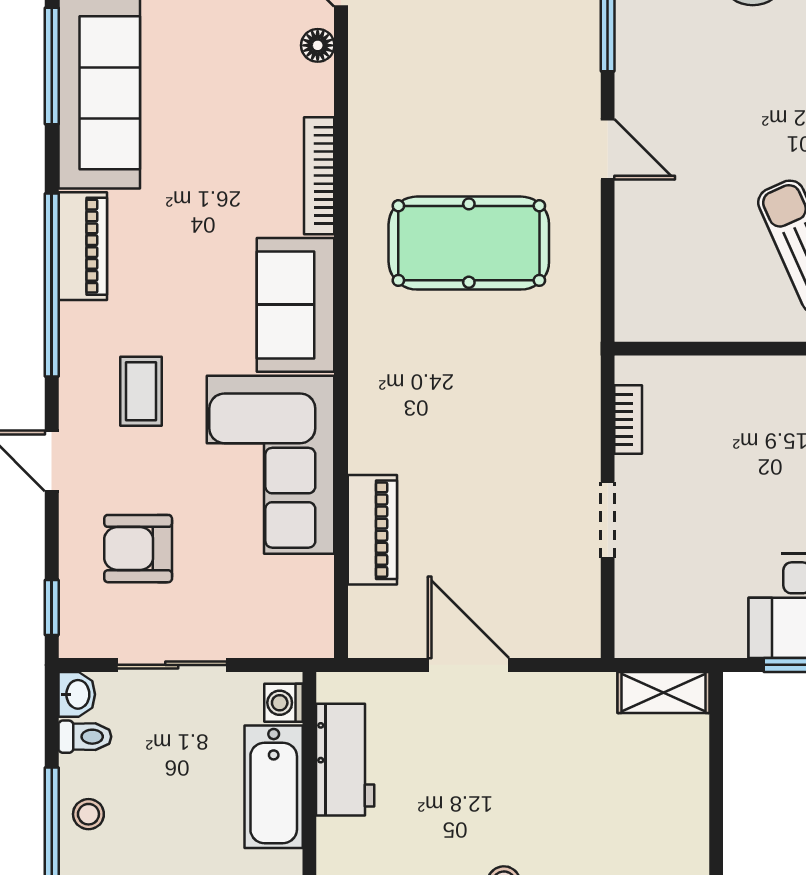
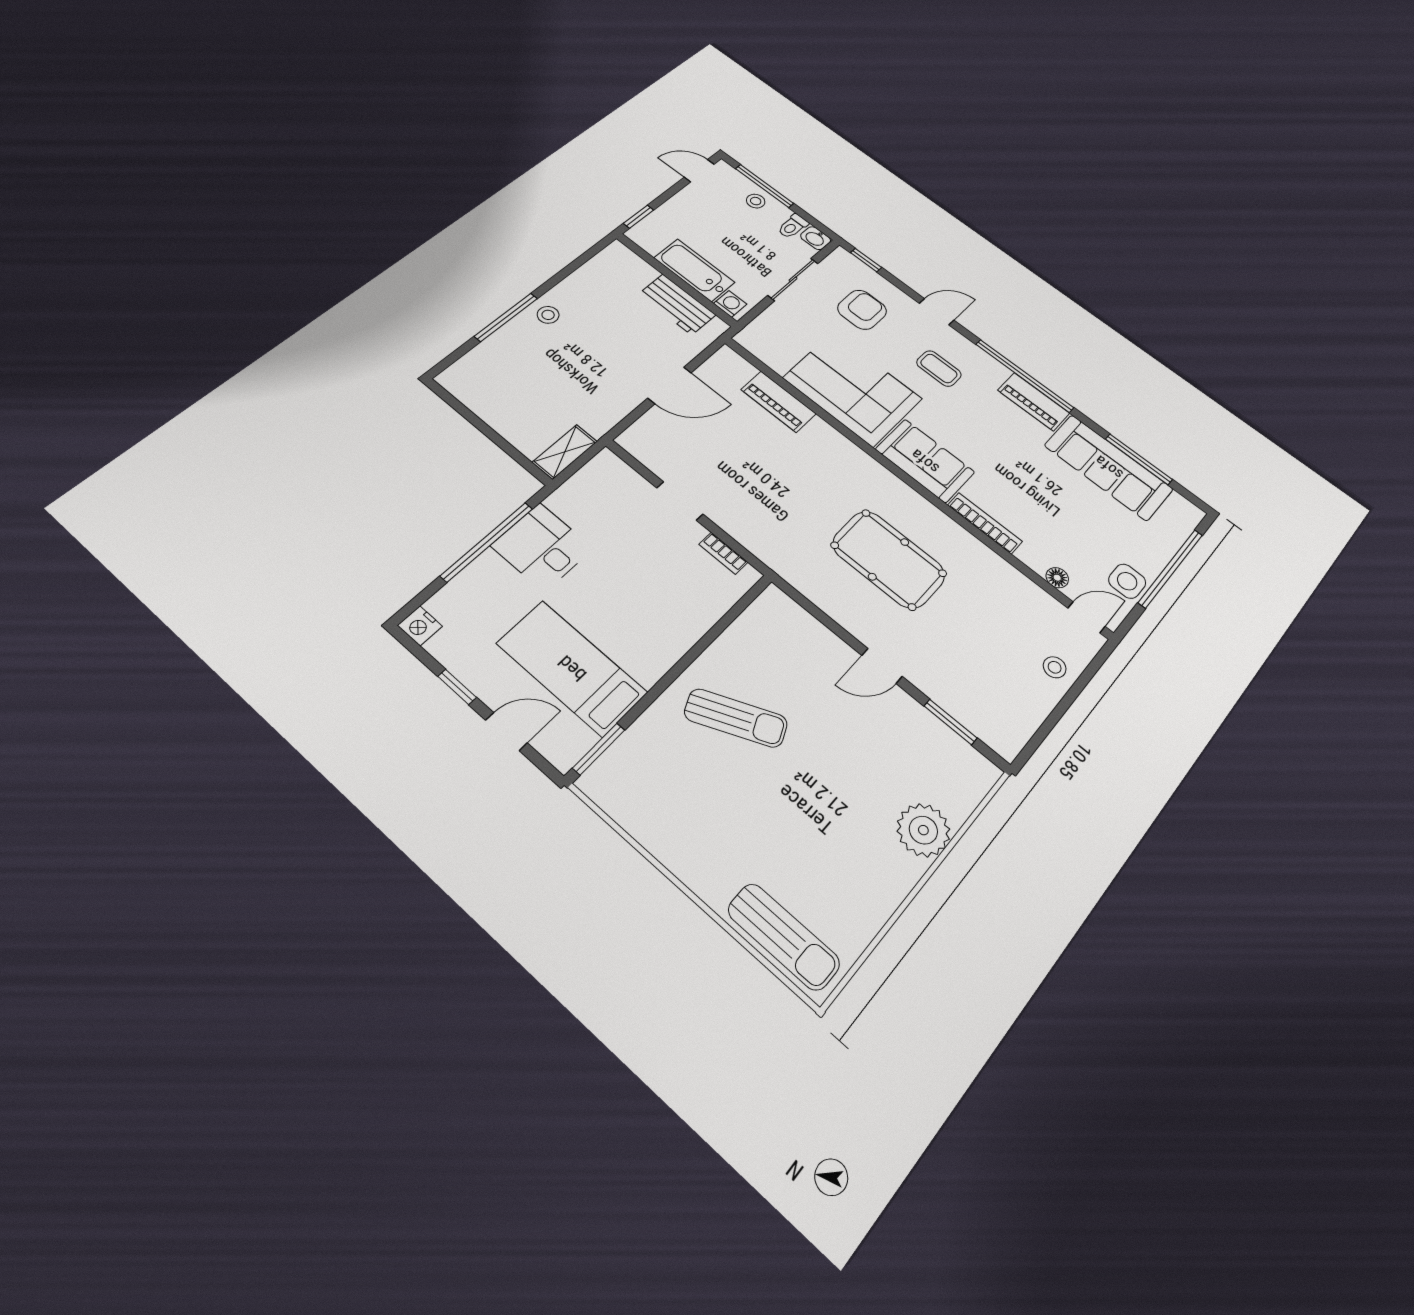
pool table: (469, 243) -> (889, 559), turned 90

